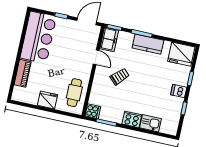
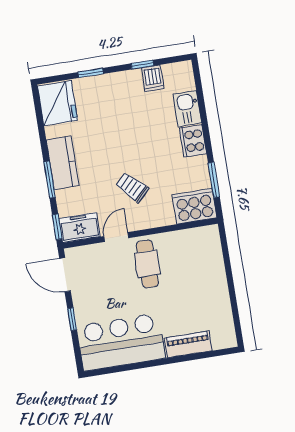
dishwasher: (179, 91) -> (153, 78), moved
cafe table: (74, 93) -> (147, 264), moved, turned 90
fridge: (48, 100) -> (215, 288), removed
cooker: (93, 111) -> (195, 206), width x1.87, depth x1.31

